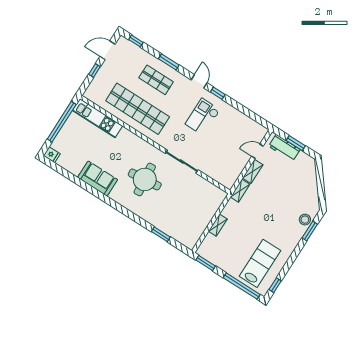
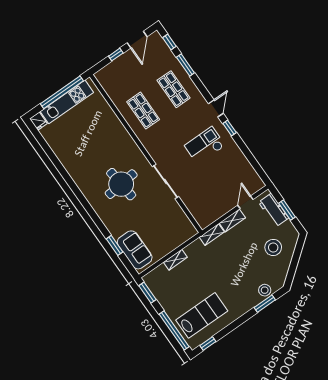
door: (107, 50) -> (137, 40), swing flipped
window: (169, 62) -> (185, 65), moved
shop shelf: (138, 109) -> (143, 111), width x0.50, depth x0.74
kitchen unit: (97, 118) -> (67, 102), moved, turned -90
door: (257, 151) -> (245, 202), hinge flipped
sofa: (98, 179) -> (135, 250), moved
stool: (297, 180) -> (273, 247), added

